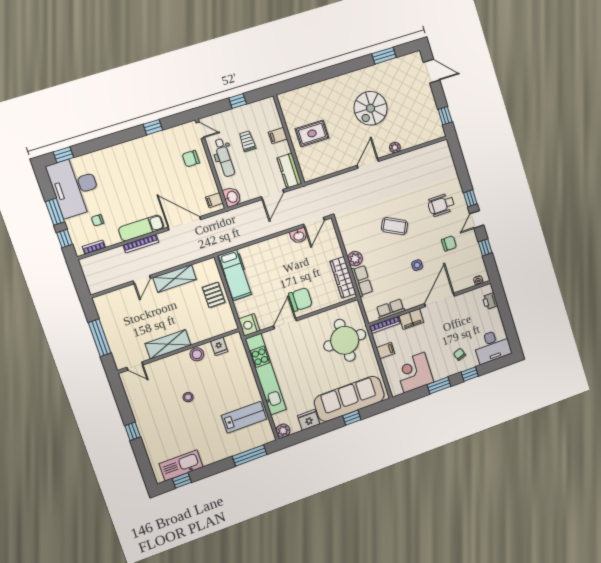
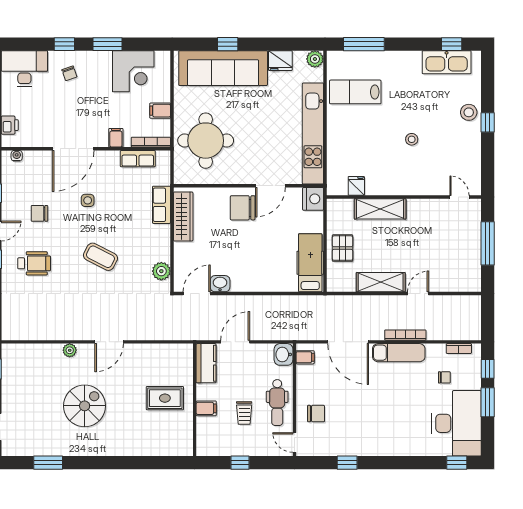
dental chair: (224, 158) -> (277, 403), turned 180
plant: (355, 259) -> (161, 271), moved
filing cabinet: (411, 319) -> (116, 138), width x0.50
shelving: (168, 344) -> (380, 209), moved
stool: (197, 354) -> (469, 112), moved

